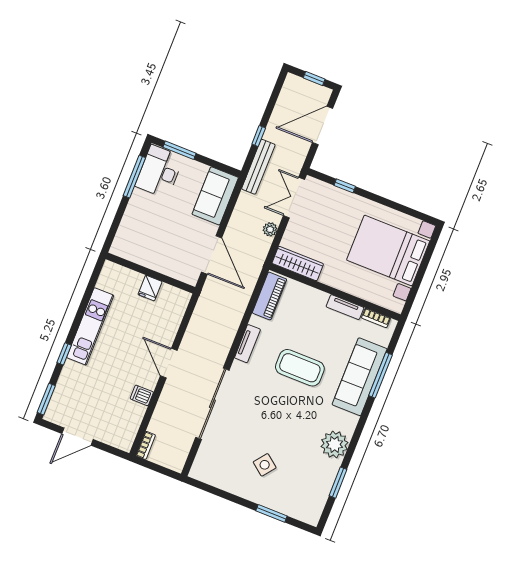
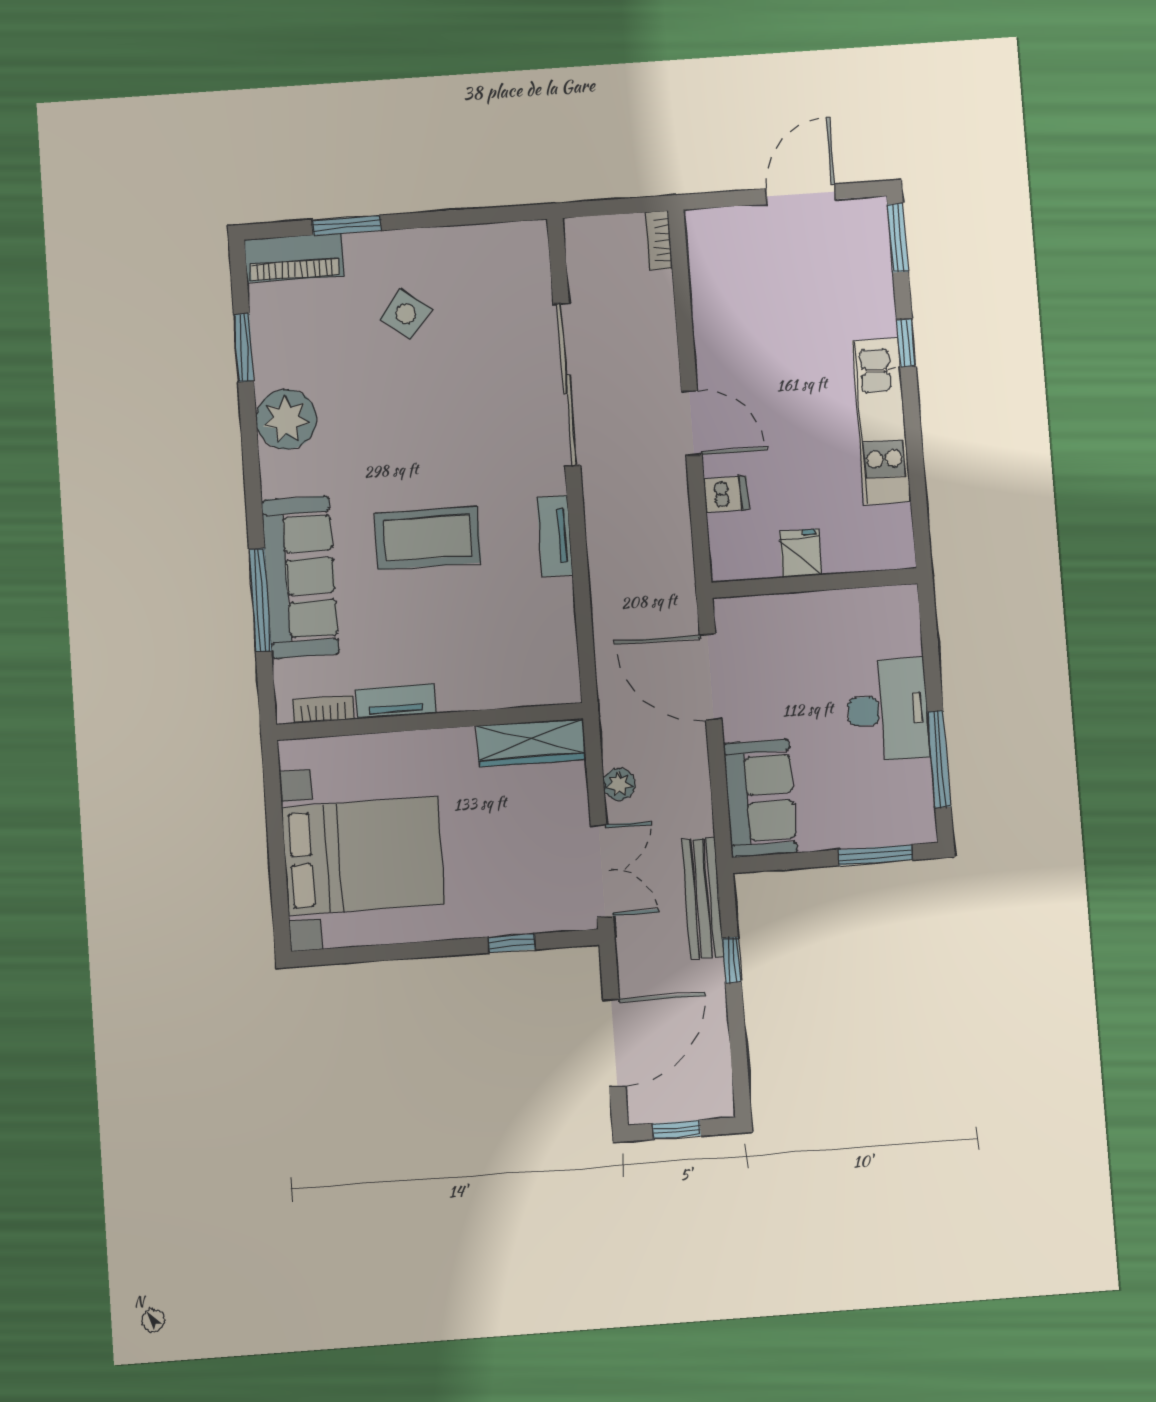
desk: (159, 172) -> (888, 710), moved
piano: (269, 296) -> (294, 258), moved, turned -90
dishwasher: (142, 395) -> (726, 494), moved

